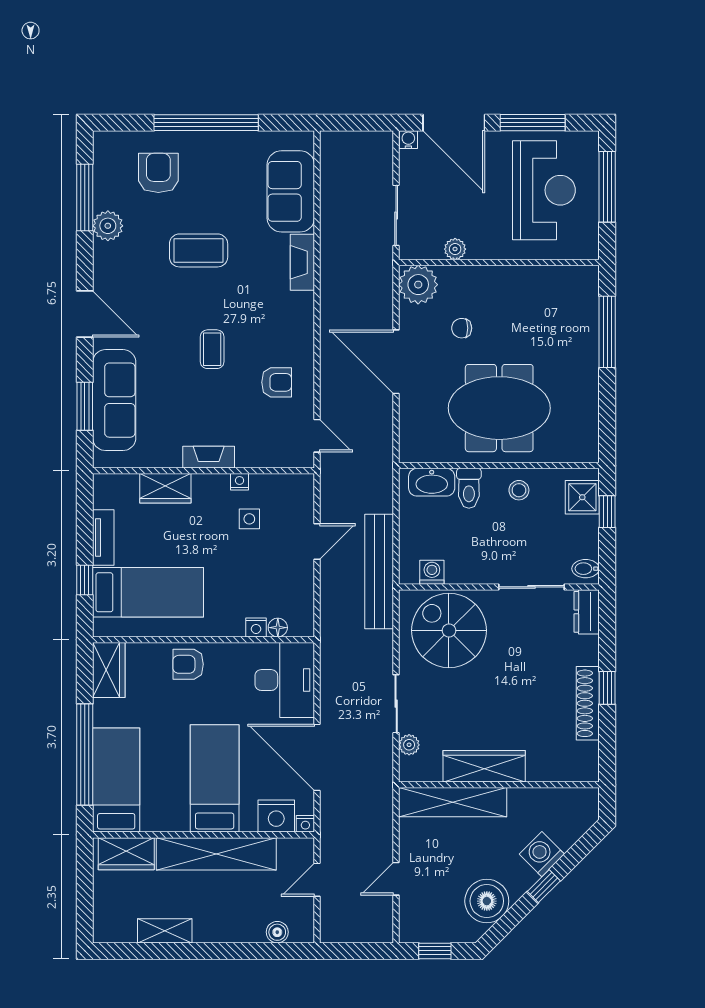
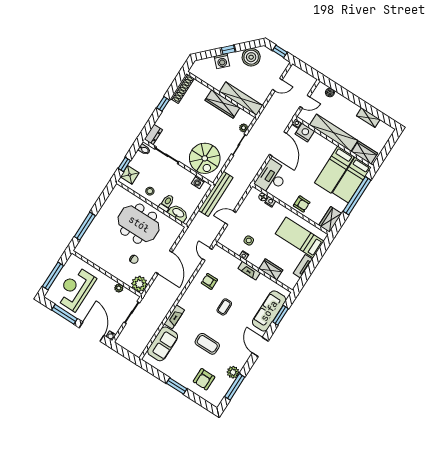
window: (206, 123) -> (177, 386), width x0.47
window: (85, 580) -> (319, 256), removed
shoe rack: (588, 703) -> (182, 88), moved
bed: (215, 778) -> (334, 170), moved

